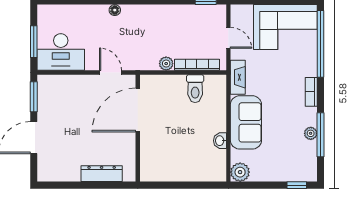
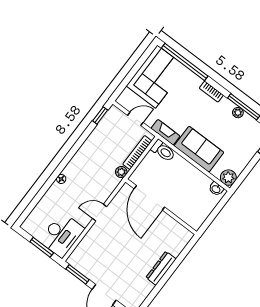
toilet: (195, 89) -> (163, 151), moved
door: (138, 110) -> (149, 198), moved
wall: (138, 128) -> (161, 207), moved
washbasin: (220, 141) -> (216, 189), moved

